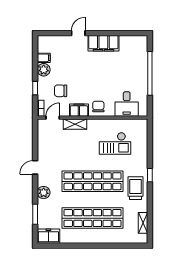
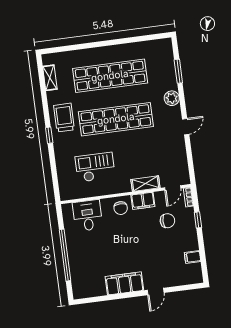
plant: (44, 70) -> (191, 243), removed
trolley: (136, 188) -> (64, 118), turned 180
freezer: (48, 236) -> (159, 47), removed

